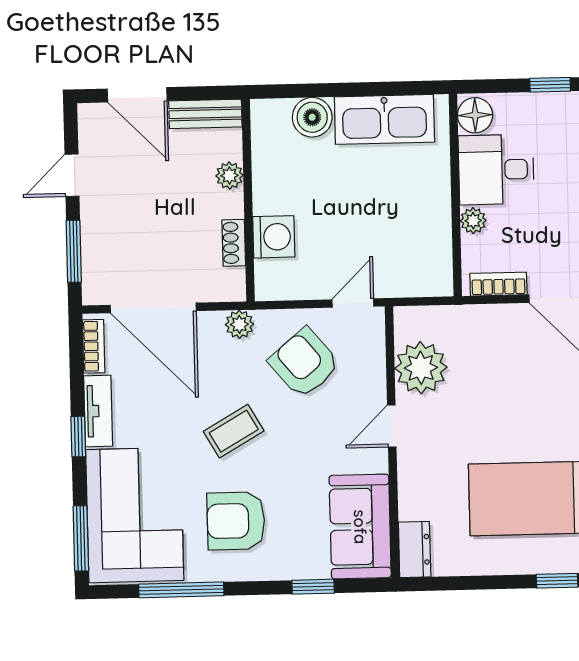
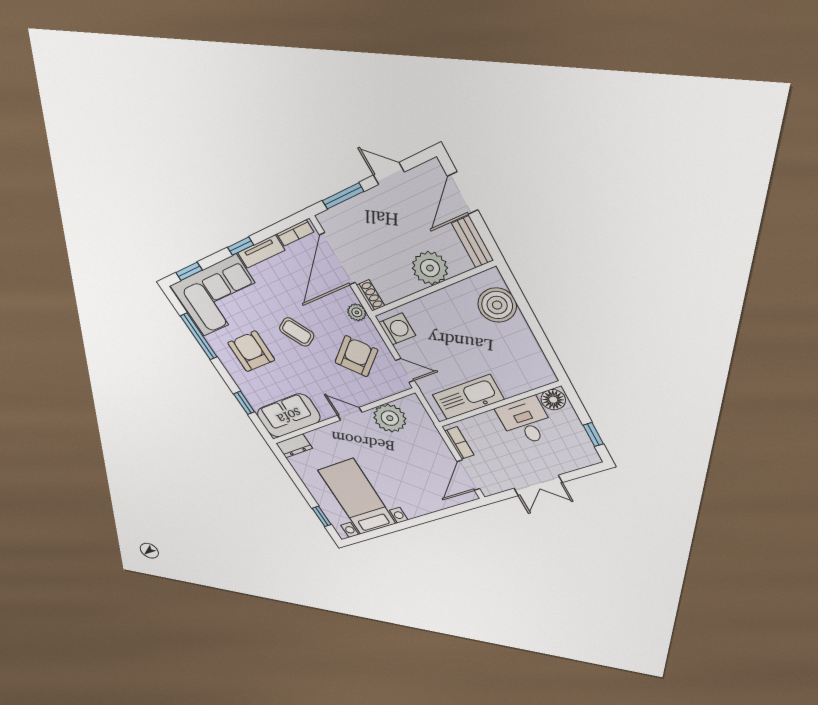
boiler: (312, 117) -> (497, 305), width x1.37, depth x1.37
kitchen sink: (384, 119) -> (468, 397), moved, turned 90
plant: (229, 176) -> (430, 268), width x1.87, depth x1.87
plant: (473, 221) -> (489, 419), removed
washing machine: (274, 237) -> (397, 329), moved, turned -90
shoe rack: (234, 243) -> (371, 296), moved, turned 90
window: (81, 538) -> (189, 271), width x0.67

